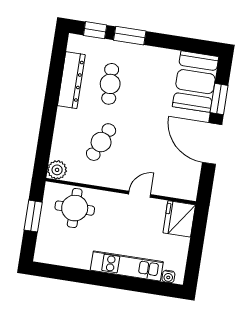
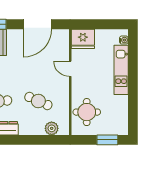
door: (212, 144) -> (37, 24), moved
plant: (57, 170) -> (52, 128), moved
window: (33, 216) -> (107, 140), moved

